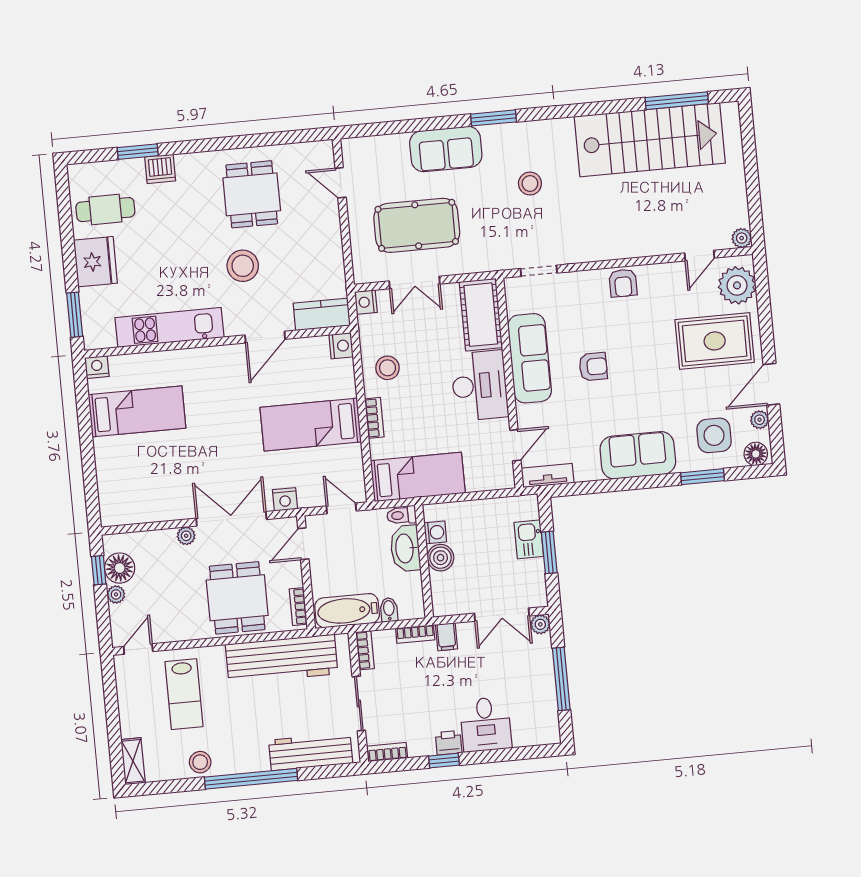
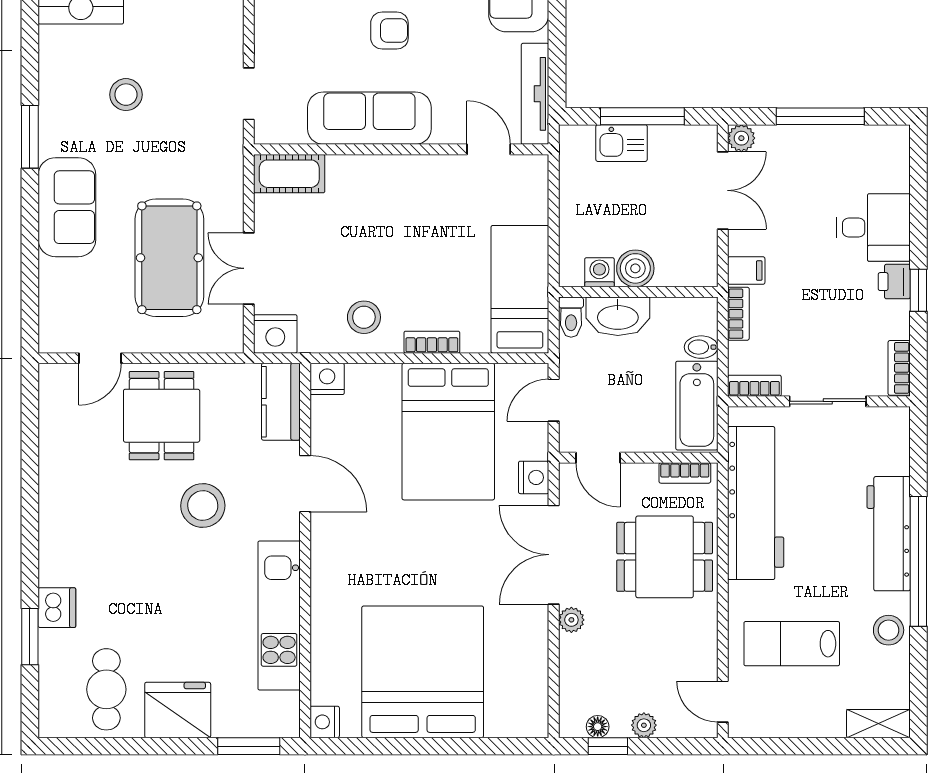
dining table: (252, 194) -> (162, 416), moved, turned 90
double door: (414, 283) -> (249, 268), swing flipped
nightstand: (366, 302) -> (275, 334), width x1.36, depth x1.33
cot: (481, 315) -> (289, 174), width x0.73, depth x0.75
armchair: (593, 367) -> (389, 31), turned 90
desk: (479, 386) -> (401, 192), removed
bed: (137, 411) -> (423, 672), width x2.04
bed: (311, 425) -> (448, 432), width x1.50
tv unit: (548, 475) -> (535, 94), width x1.41
window: (549, 552) -> (642, 116), width x1.44
floor lamp: (120, 568) -> (598, 727), width x0.53, depth x0.53
lab bench: (184, 694) -> (792, 644), turned 180
workbench: (311, 752) -> (889, 534), moved

